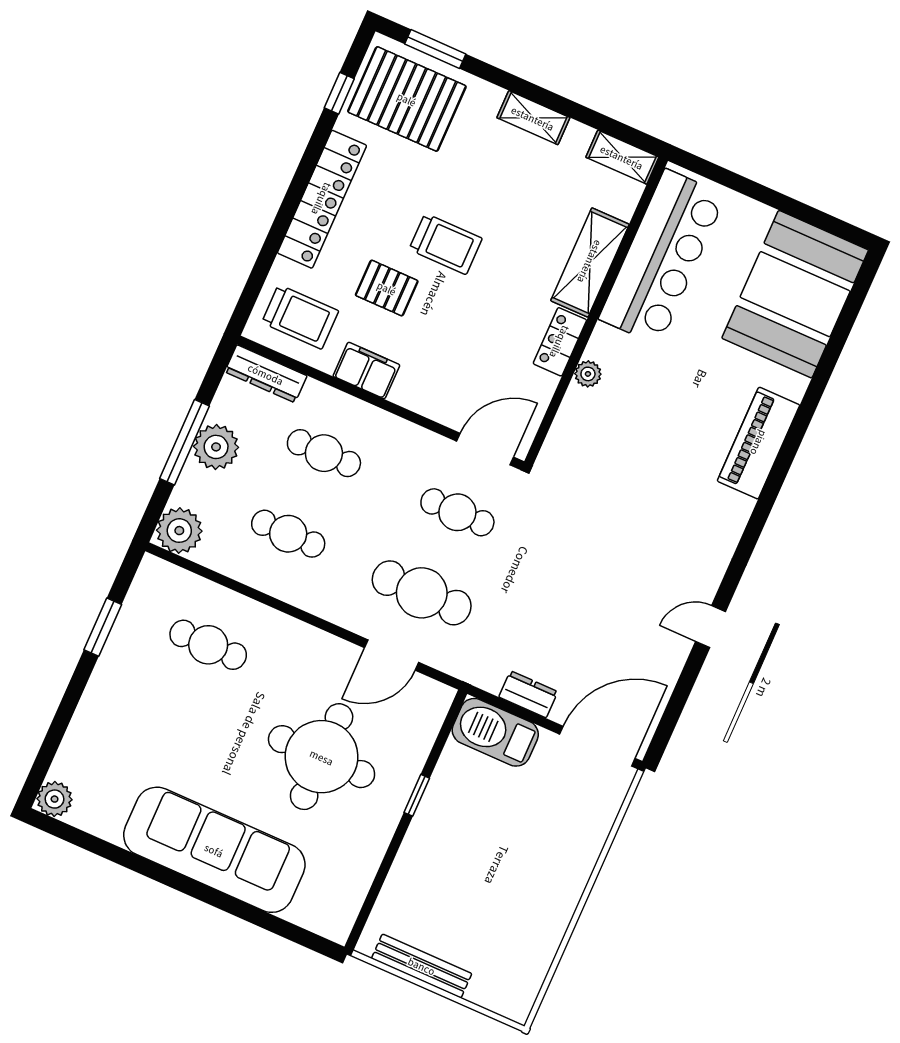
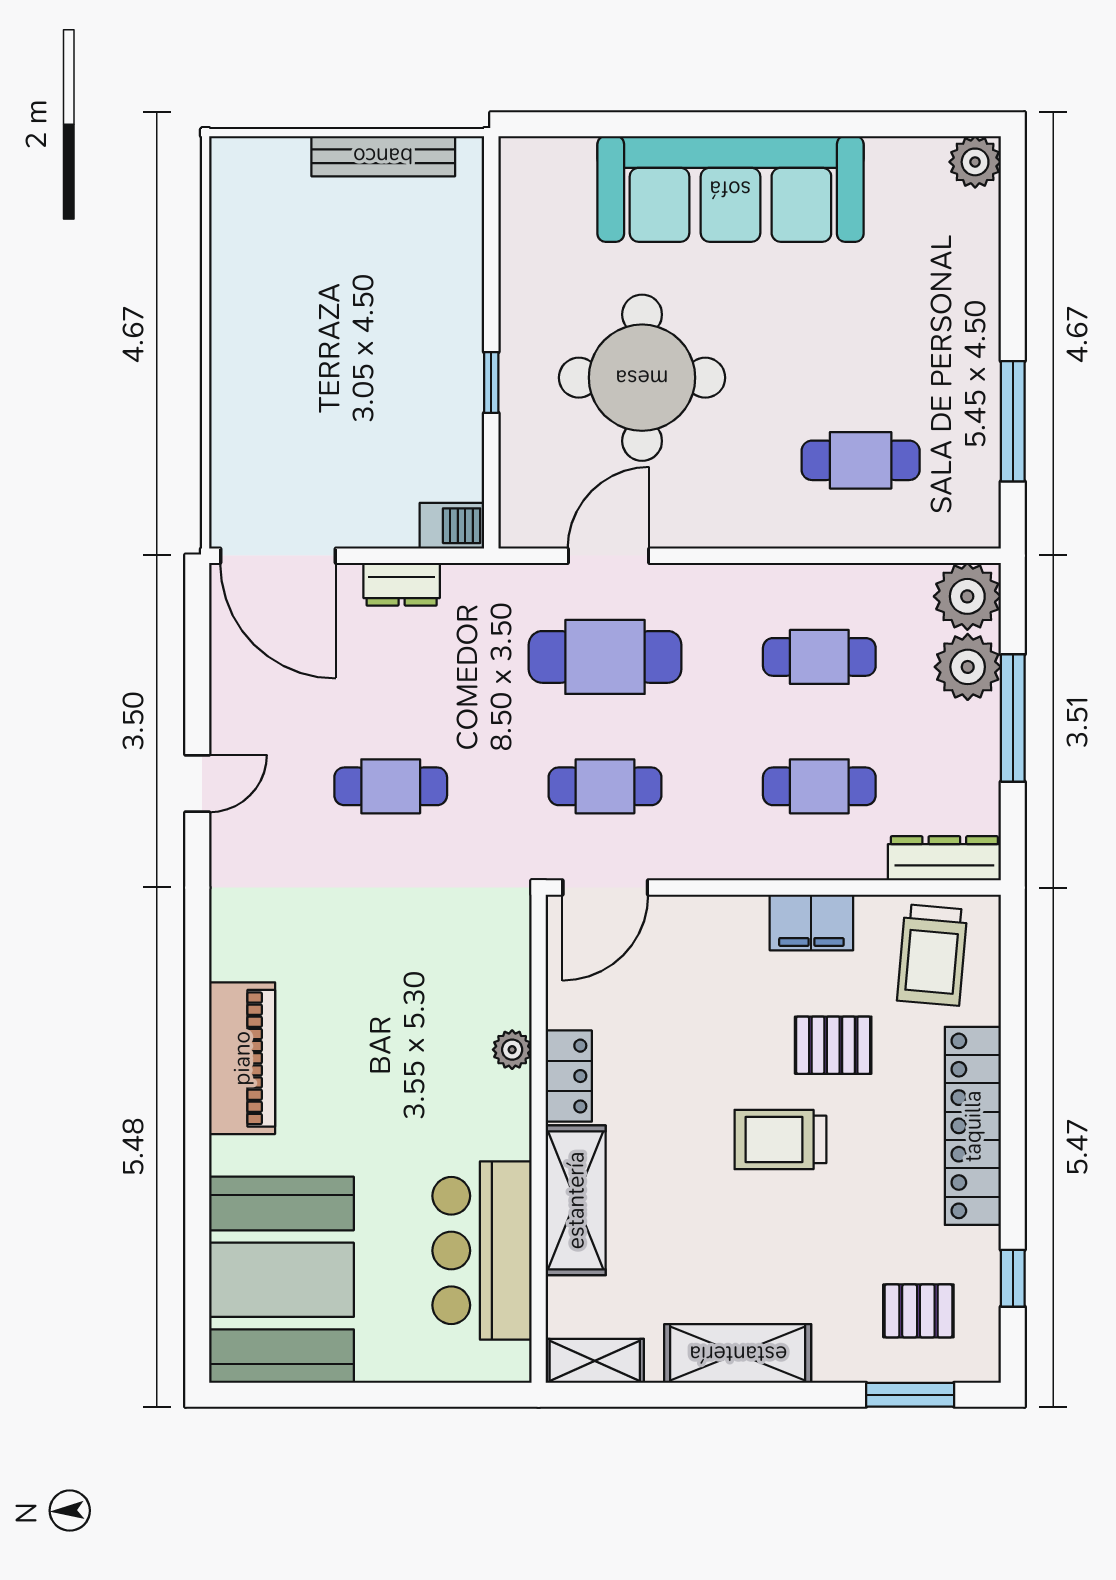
pallet: (407, 99) -> (918, 1311), width x0.49, depth x0.50
shelving: (533, 118) -> (738, 1354), width x1.50, depth x1.33
bar counter: (662, 257) -> (482, 1251), width x0.73
trolley: (300, 317) -> (932, 955), turned -85
plant: (216, 447) -> (968, 667), moved
cafe table: (591, 571) -> (391, 786), added
window: (103, 627) -> (1013, 421), width x1.44
barbecue: (495, 732) -> (452, 526), width x0.53, depth x0.65
door: (597, 746) -> (278, 556), hinge flipped

